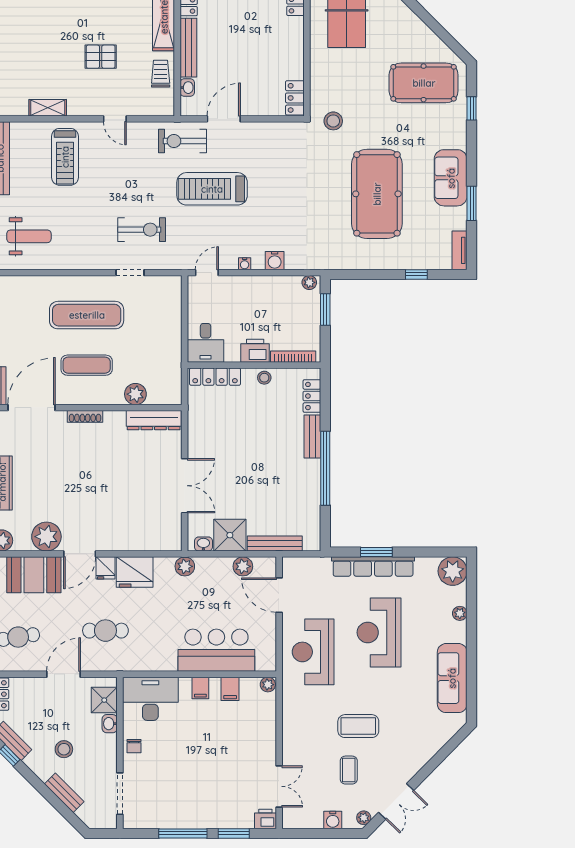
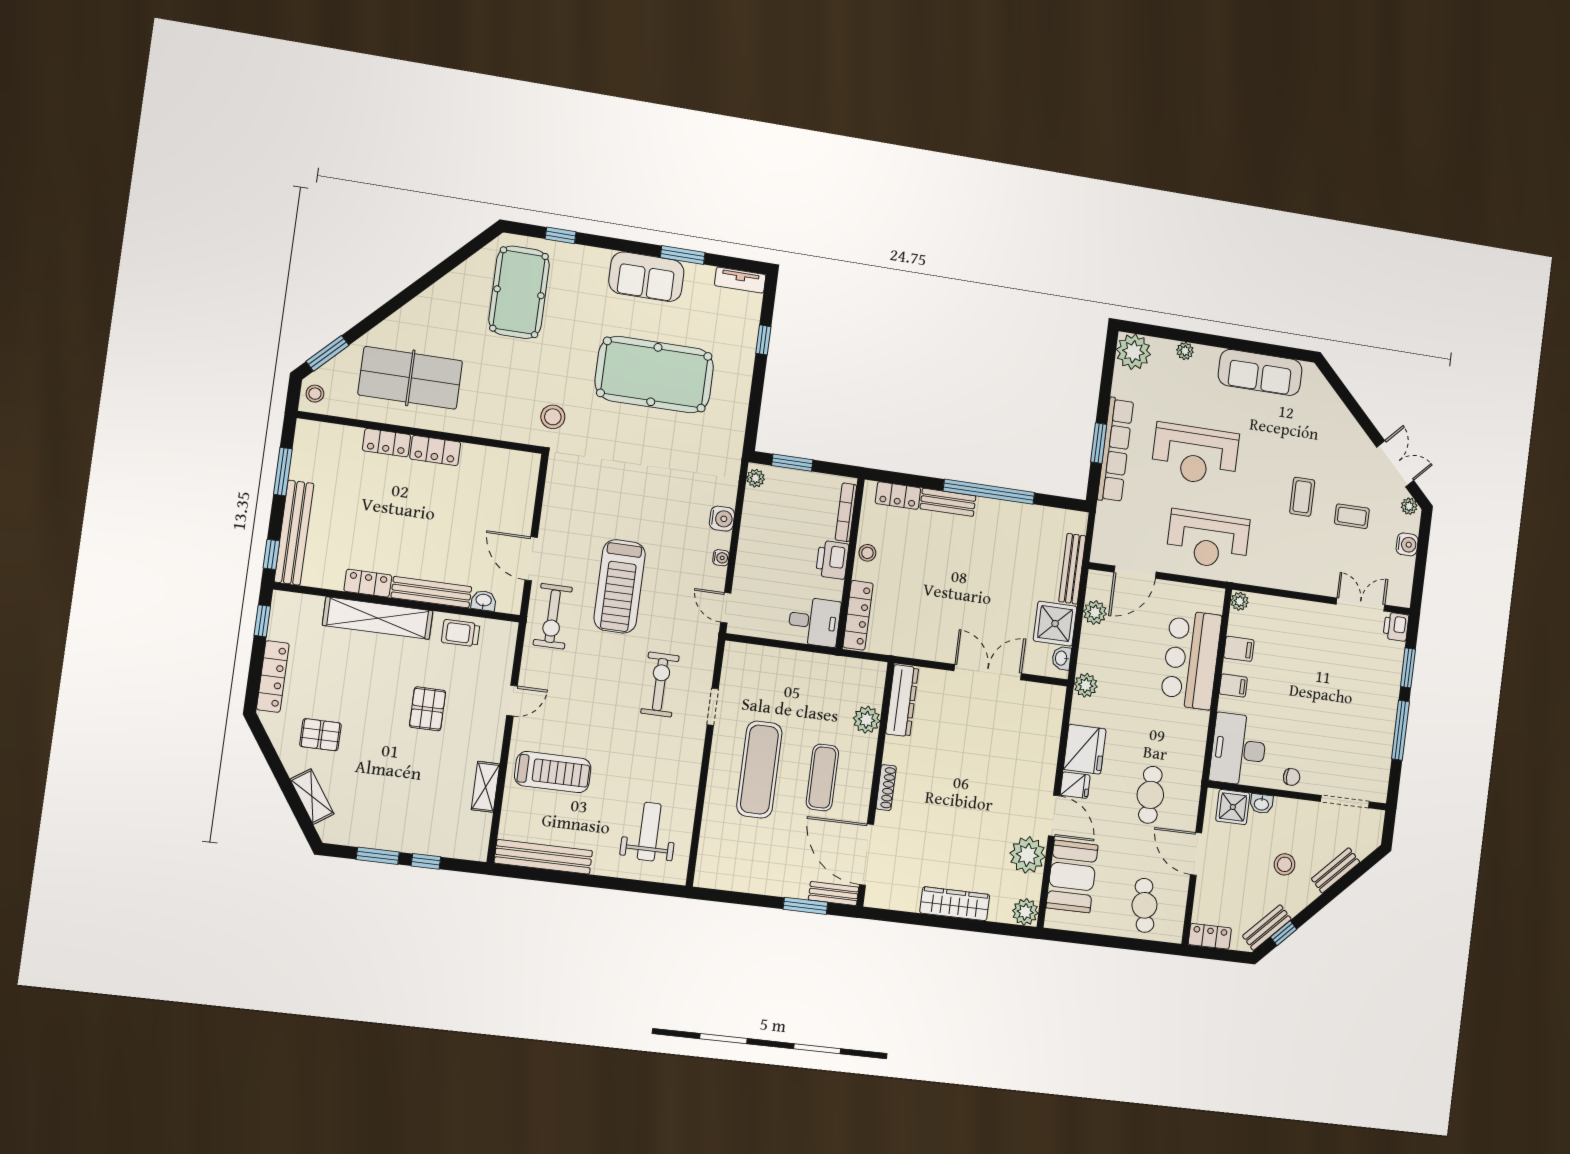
locker: (295, 98) -> (435, 450), moved
coffee table: (358, 726) -> (1302, 497), width x0.73, depth x0.77

